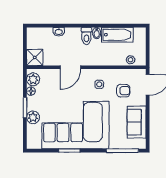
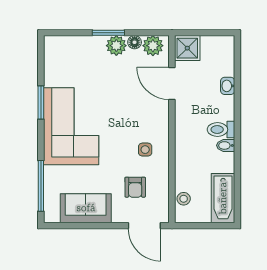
bathtub: (117, 35) -> (223, 198), moved
door: (70, 67) -> (172, 84), moved
plant: (33, 117) -> (116, 46), moved
corner sofa: (75, 125) -> (71, 126), width x0.73, depth x0.74

